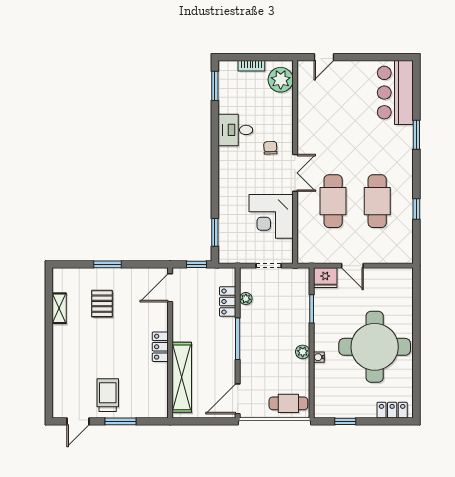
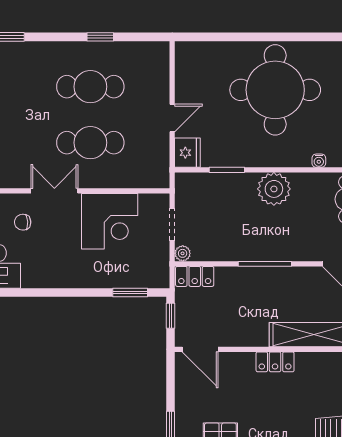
plant: (246, 299) -> (183, 253), moved
locker: (228, 302) -> (195, 276), moved
plant: (303, 352) -> (274, 189), width x1.87, depth x1.87
water cooler: (319, 357) -> (319, 161), moved

